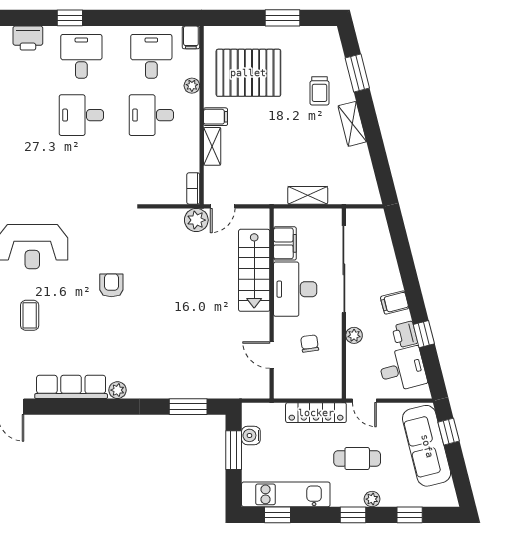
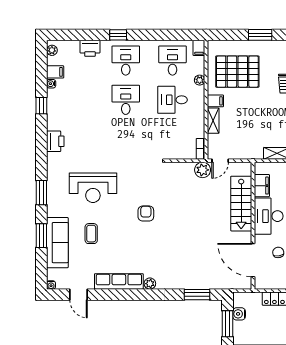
desk: (81, 115) -> (126, 100), turned 90
door: (272, 355) -> (253, 260), width x1.88

